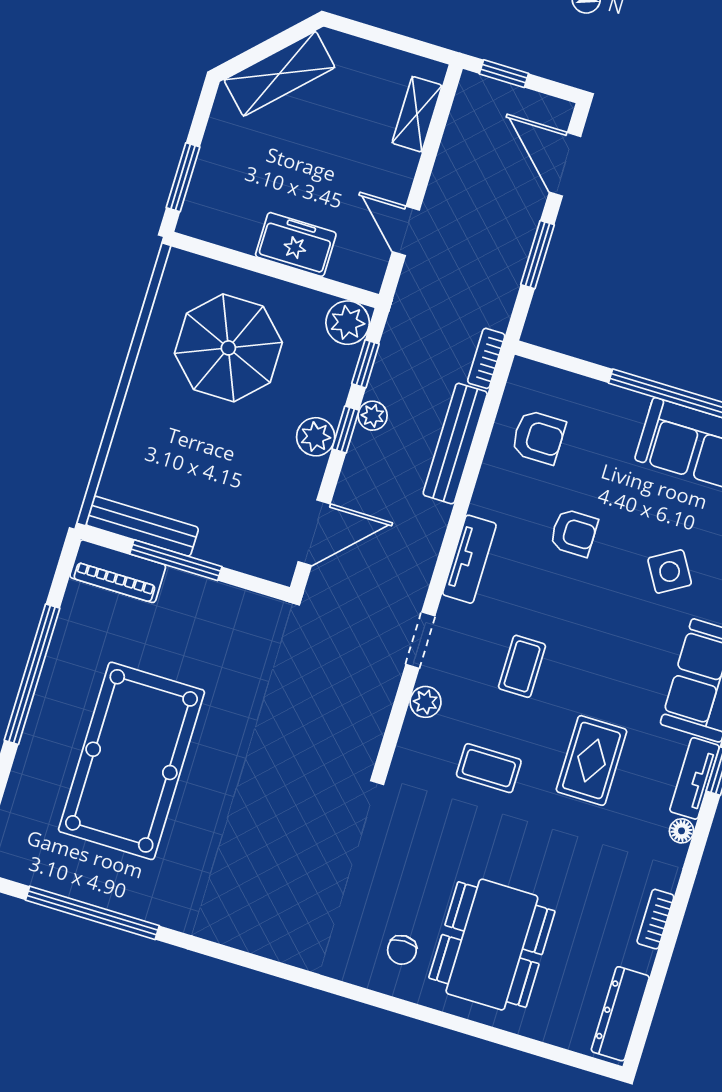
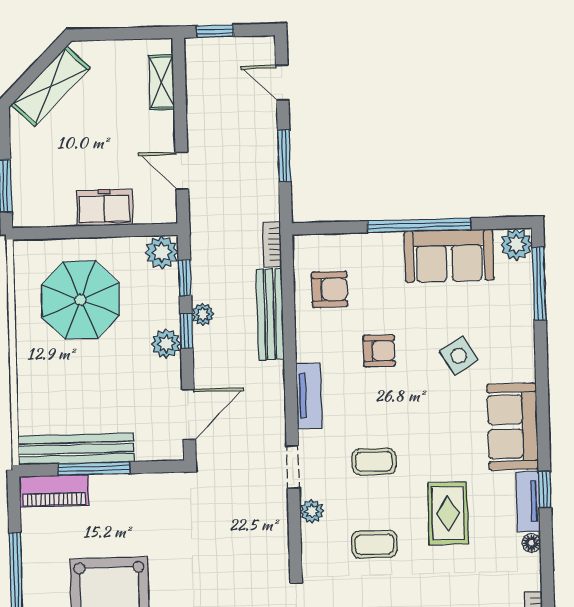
door: (565, 164) -> (282, 83), width x0.73
bench: (142, 526) -> (76, 449), width x1.37, depth x1.21
coffee table: (522, 666) -> (374, 461), turned 90

